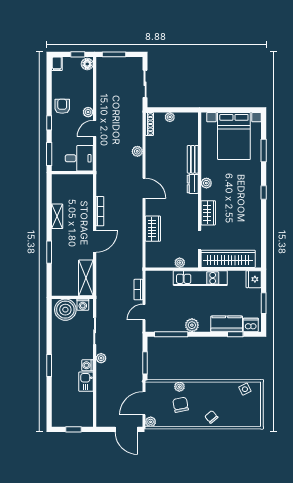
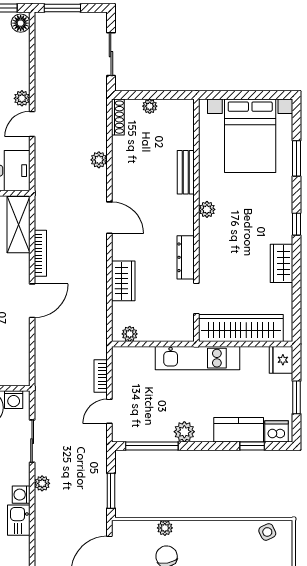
dresser: (193, 184) -> (186, 257), moved, width x1.44
wardrobe: (208, 213) -> (281, 263), moved, turned 180
plant: (180, 263) -> (130, 334), moved
shelving: (86, 278) -> (18, 225), moved

